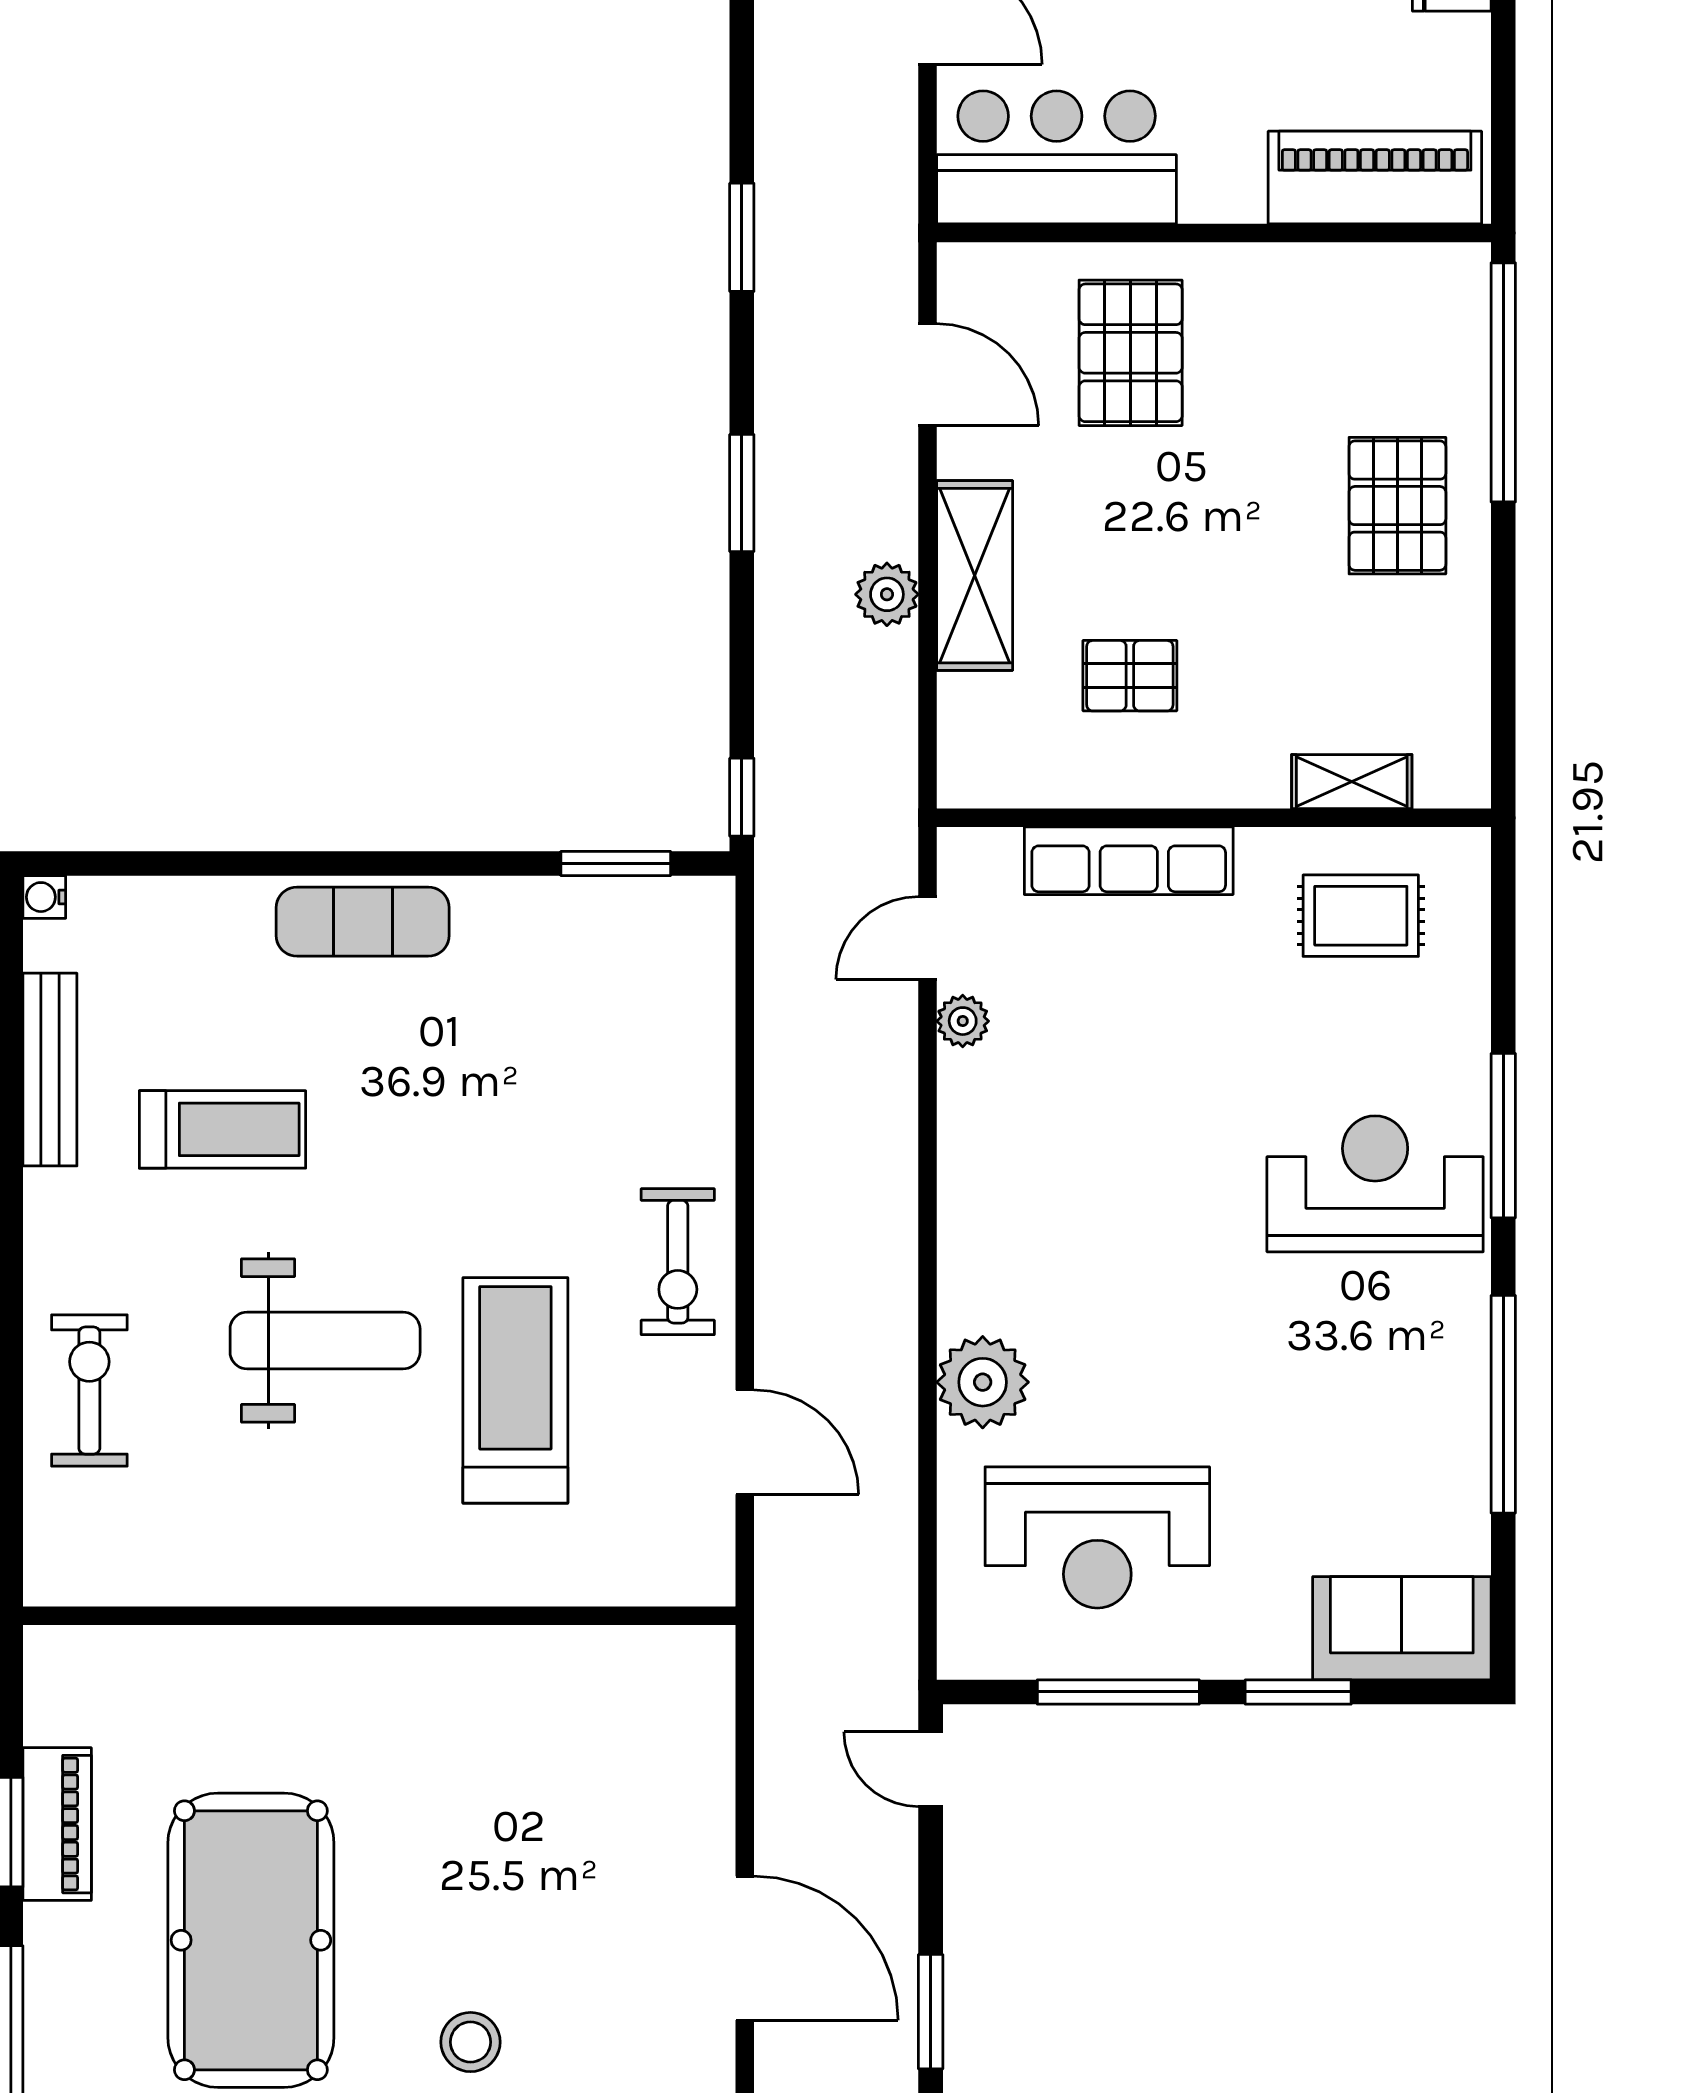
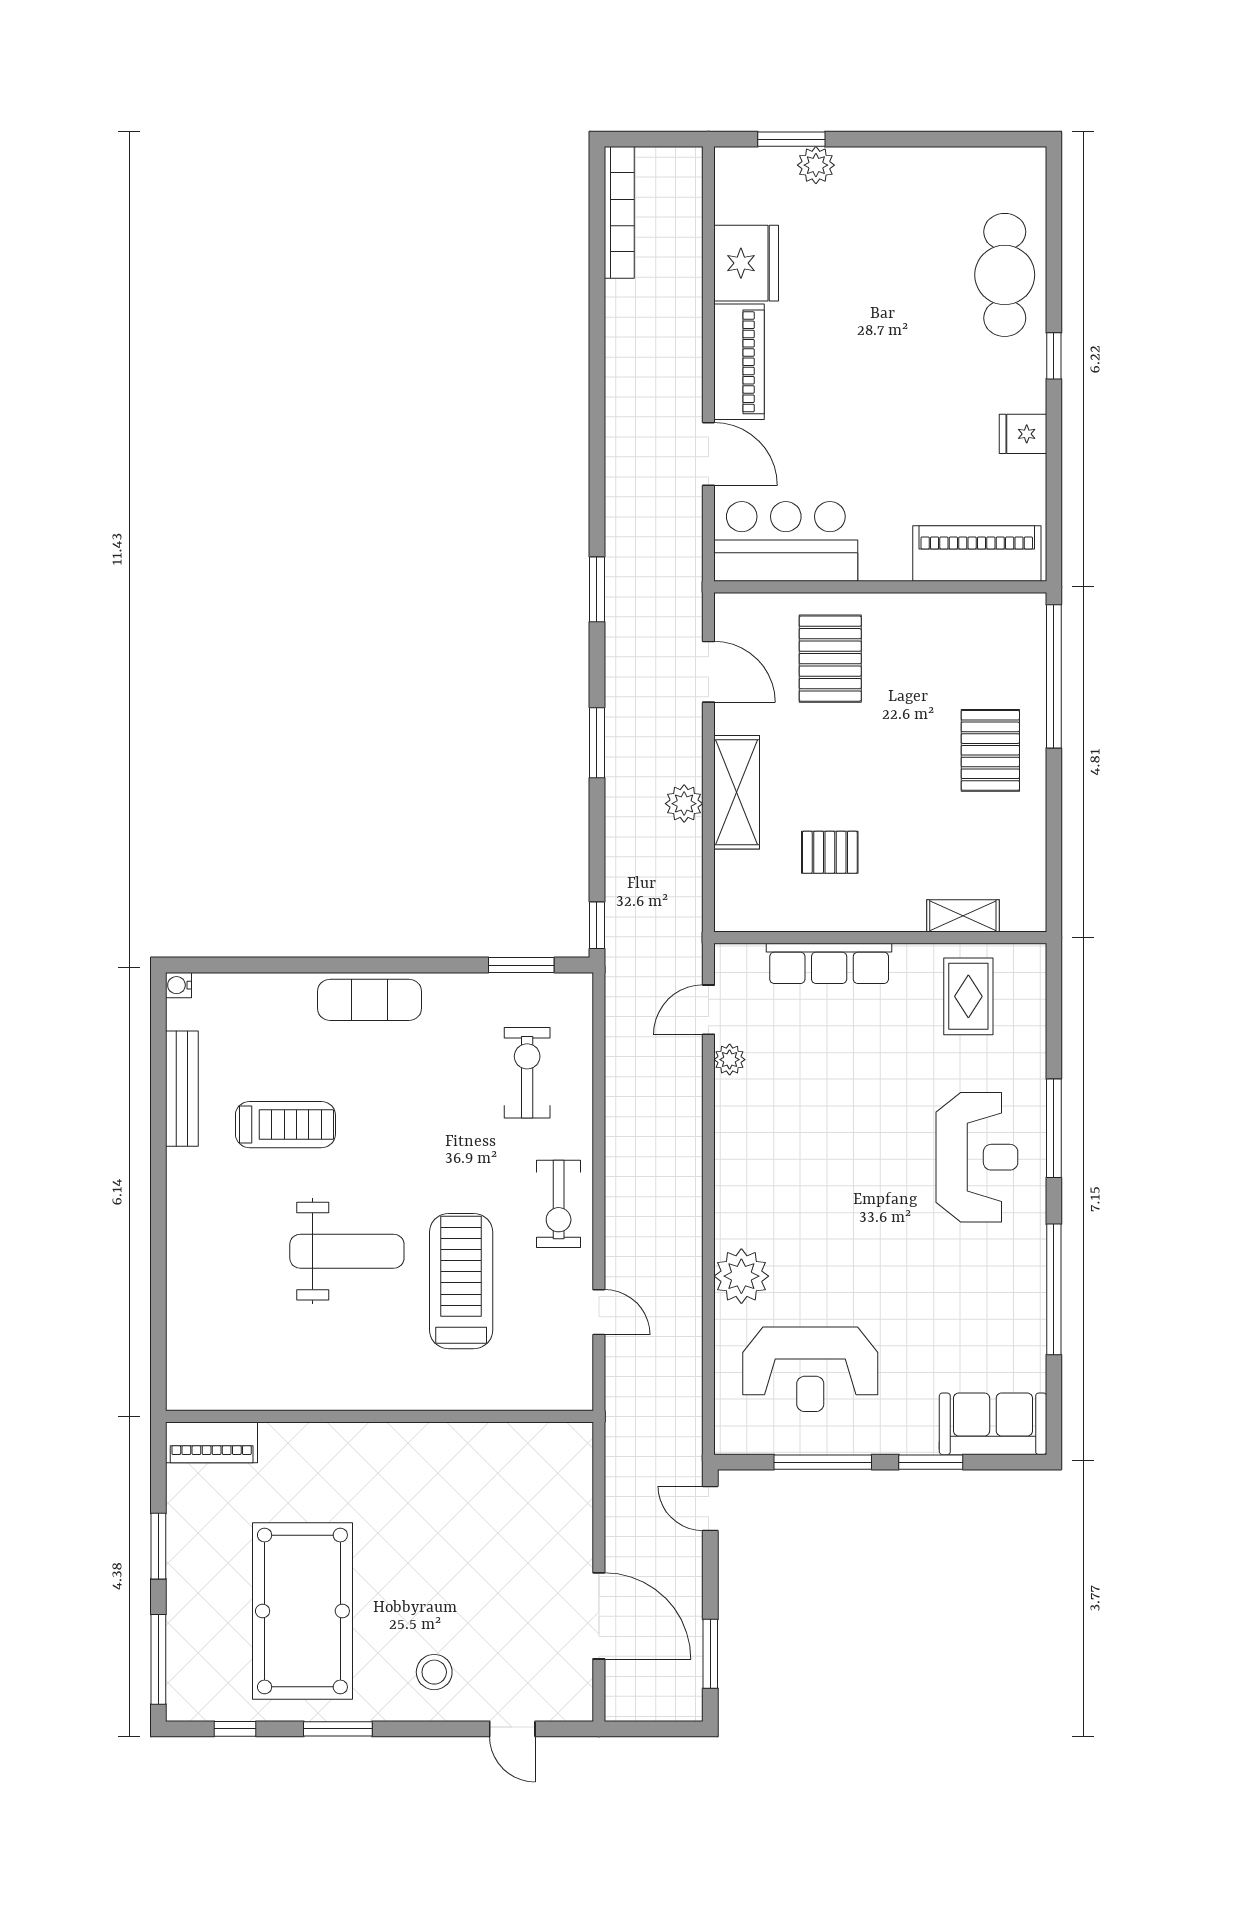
rug: (1361, 916) -> (968, 996), turned 90
reception desk: (1375, 1184) -> (977, 1157), turned 90
exercise bike: (89, 1391) -> (527, 1073), moved
door: (745, 1442) -> (599, 1312), width x0.73
piano: (57, 1824) -> (212, 1442), moved, turned 90

